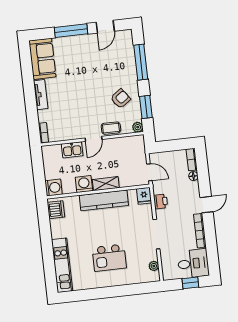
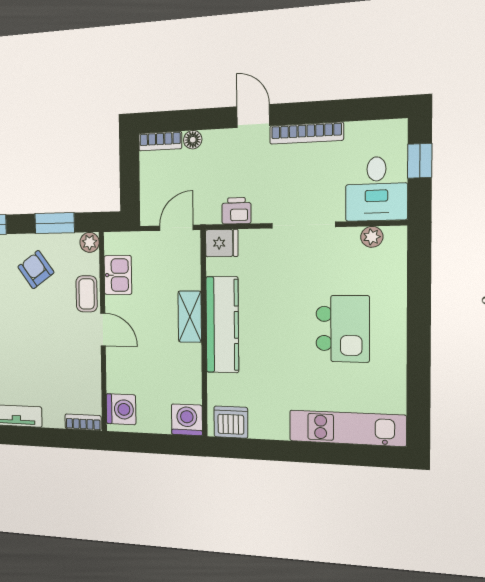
kitchen sink: (72, 150) -> (118, 275), moved
washing machine: (84, 184) -> (121, 409), moved, turned 180
desk: (193, 263) -> (376, 189), moved, turned 180

